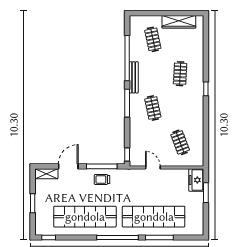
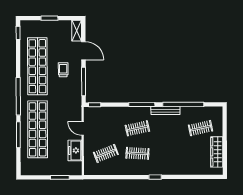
clothes rail: (180, 74) -> (137, 153), moved
door: (153, 168) -> (83, 128), swing flipped
trolley: (102, 179) -> (63, 70), moved
freezer: (196, 180) -> (75, 150), moved, turned -90

